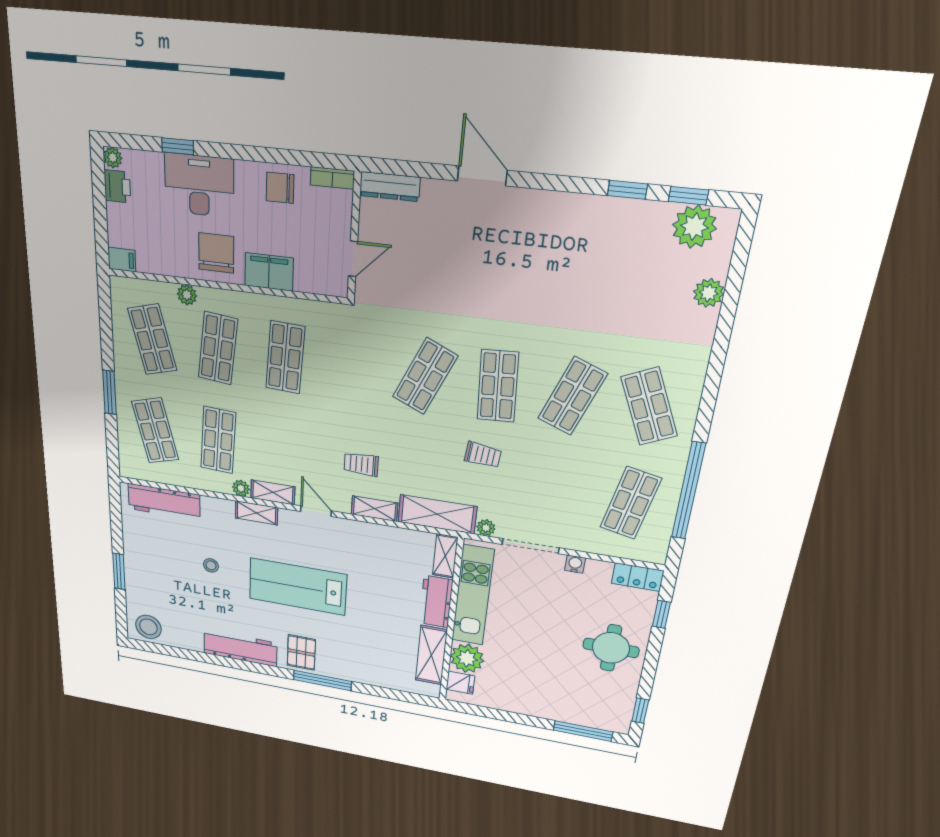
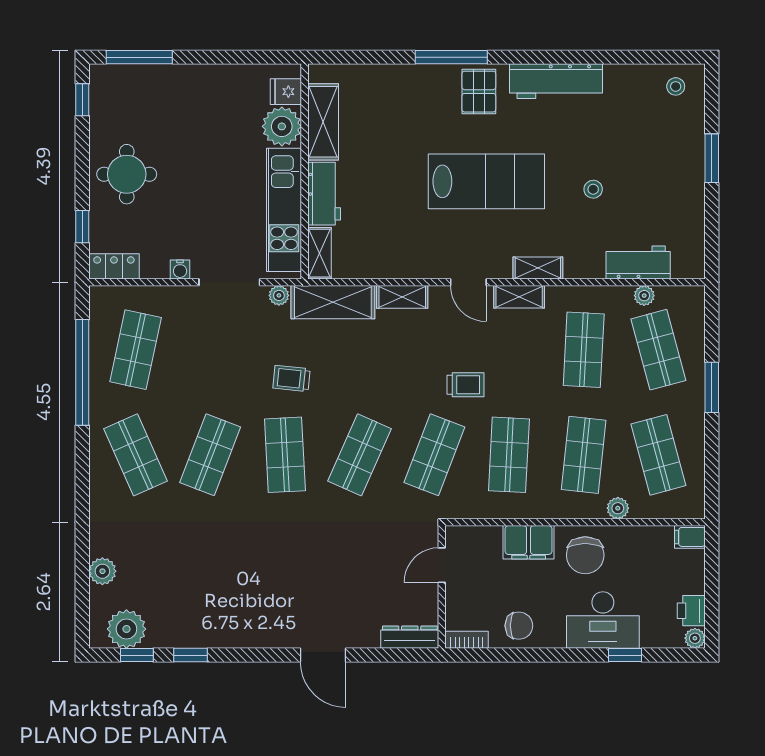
shop shelf: (354, 367) -> (434, 455), added
trolley: (361, 464) -> (466, 385), moved
plant: (241, 488) -> (644, 296), moved
workbench: (164, 502) -> (638, 263), width x0.73
stool: (148, 627) -> (676, 86), width x0.53, depth x0.53

